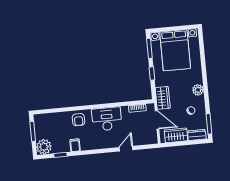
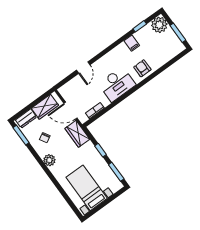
bed with nightstands: (175, 50) -> (87, 188), width x0.73

